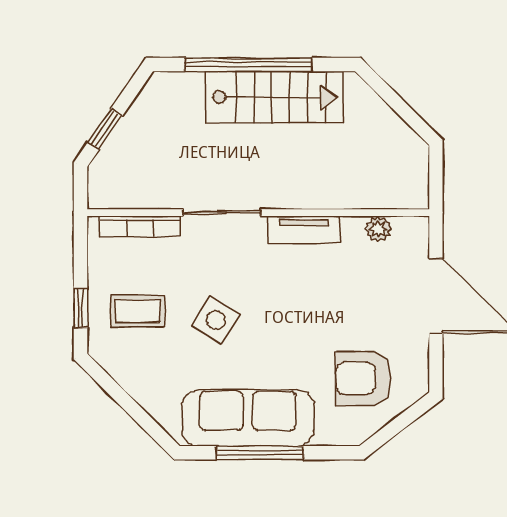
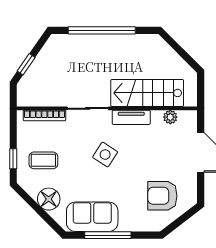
stairs: (274, 97) -> (147, 93), moved, turned 180
side table: (216, 320) -> (105, 155), moved
floor lamp: (148, 384) -> (49, 199), added
sofa: (248, 418) -> (92, 217), width x0.73

